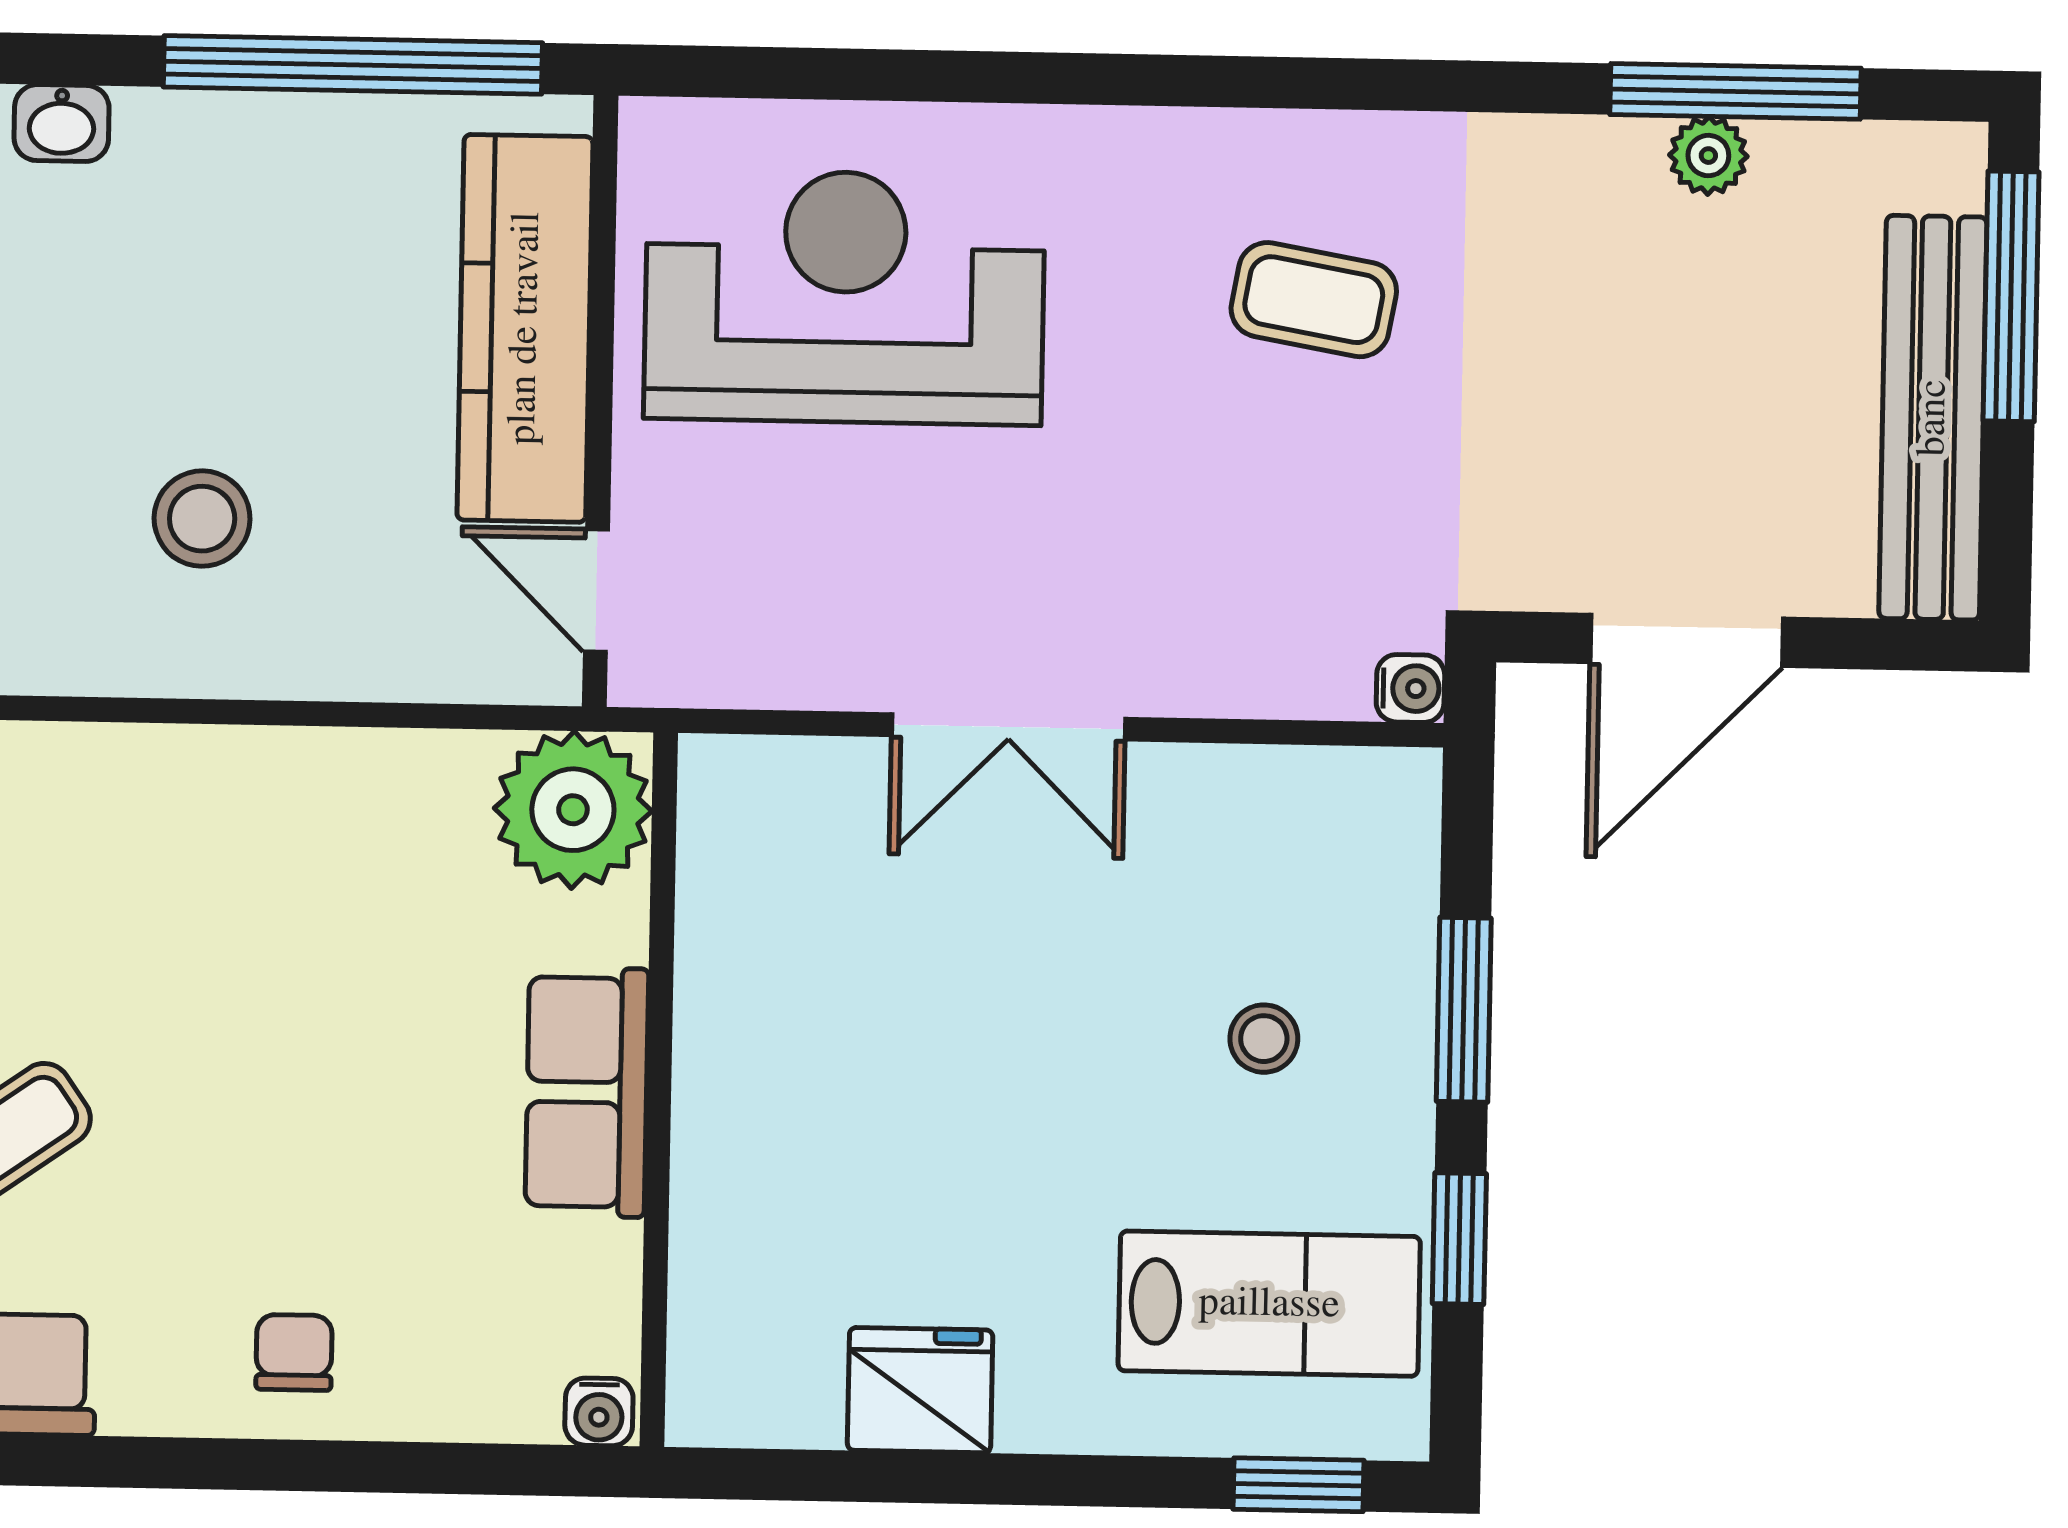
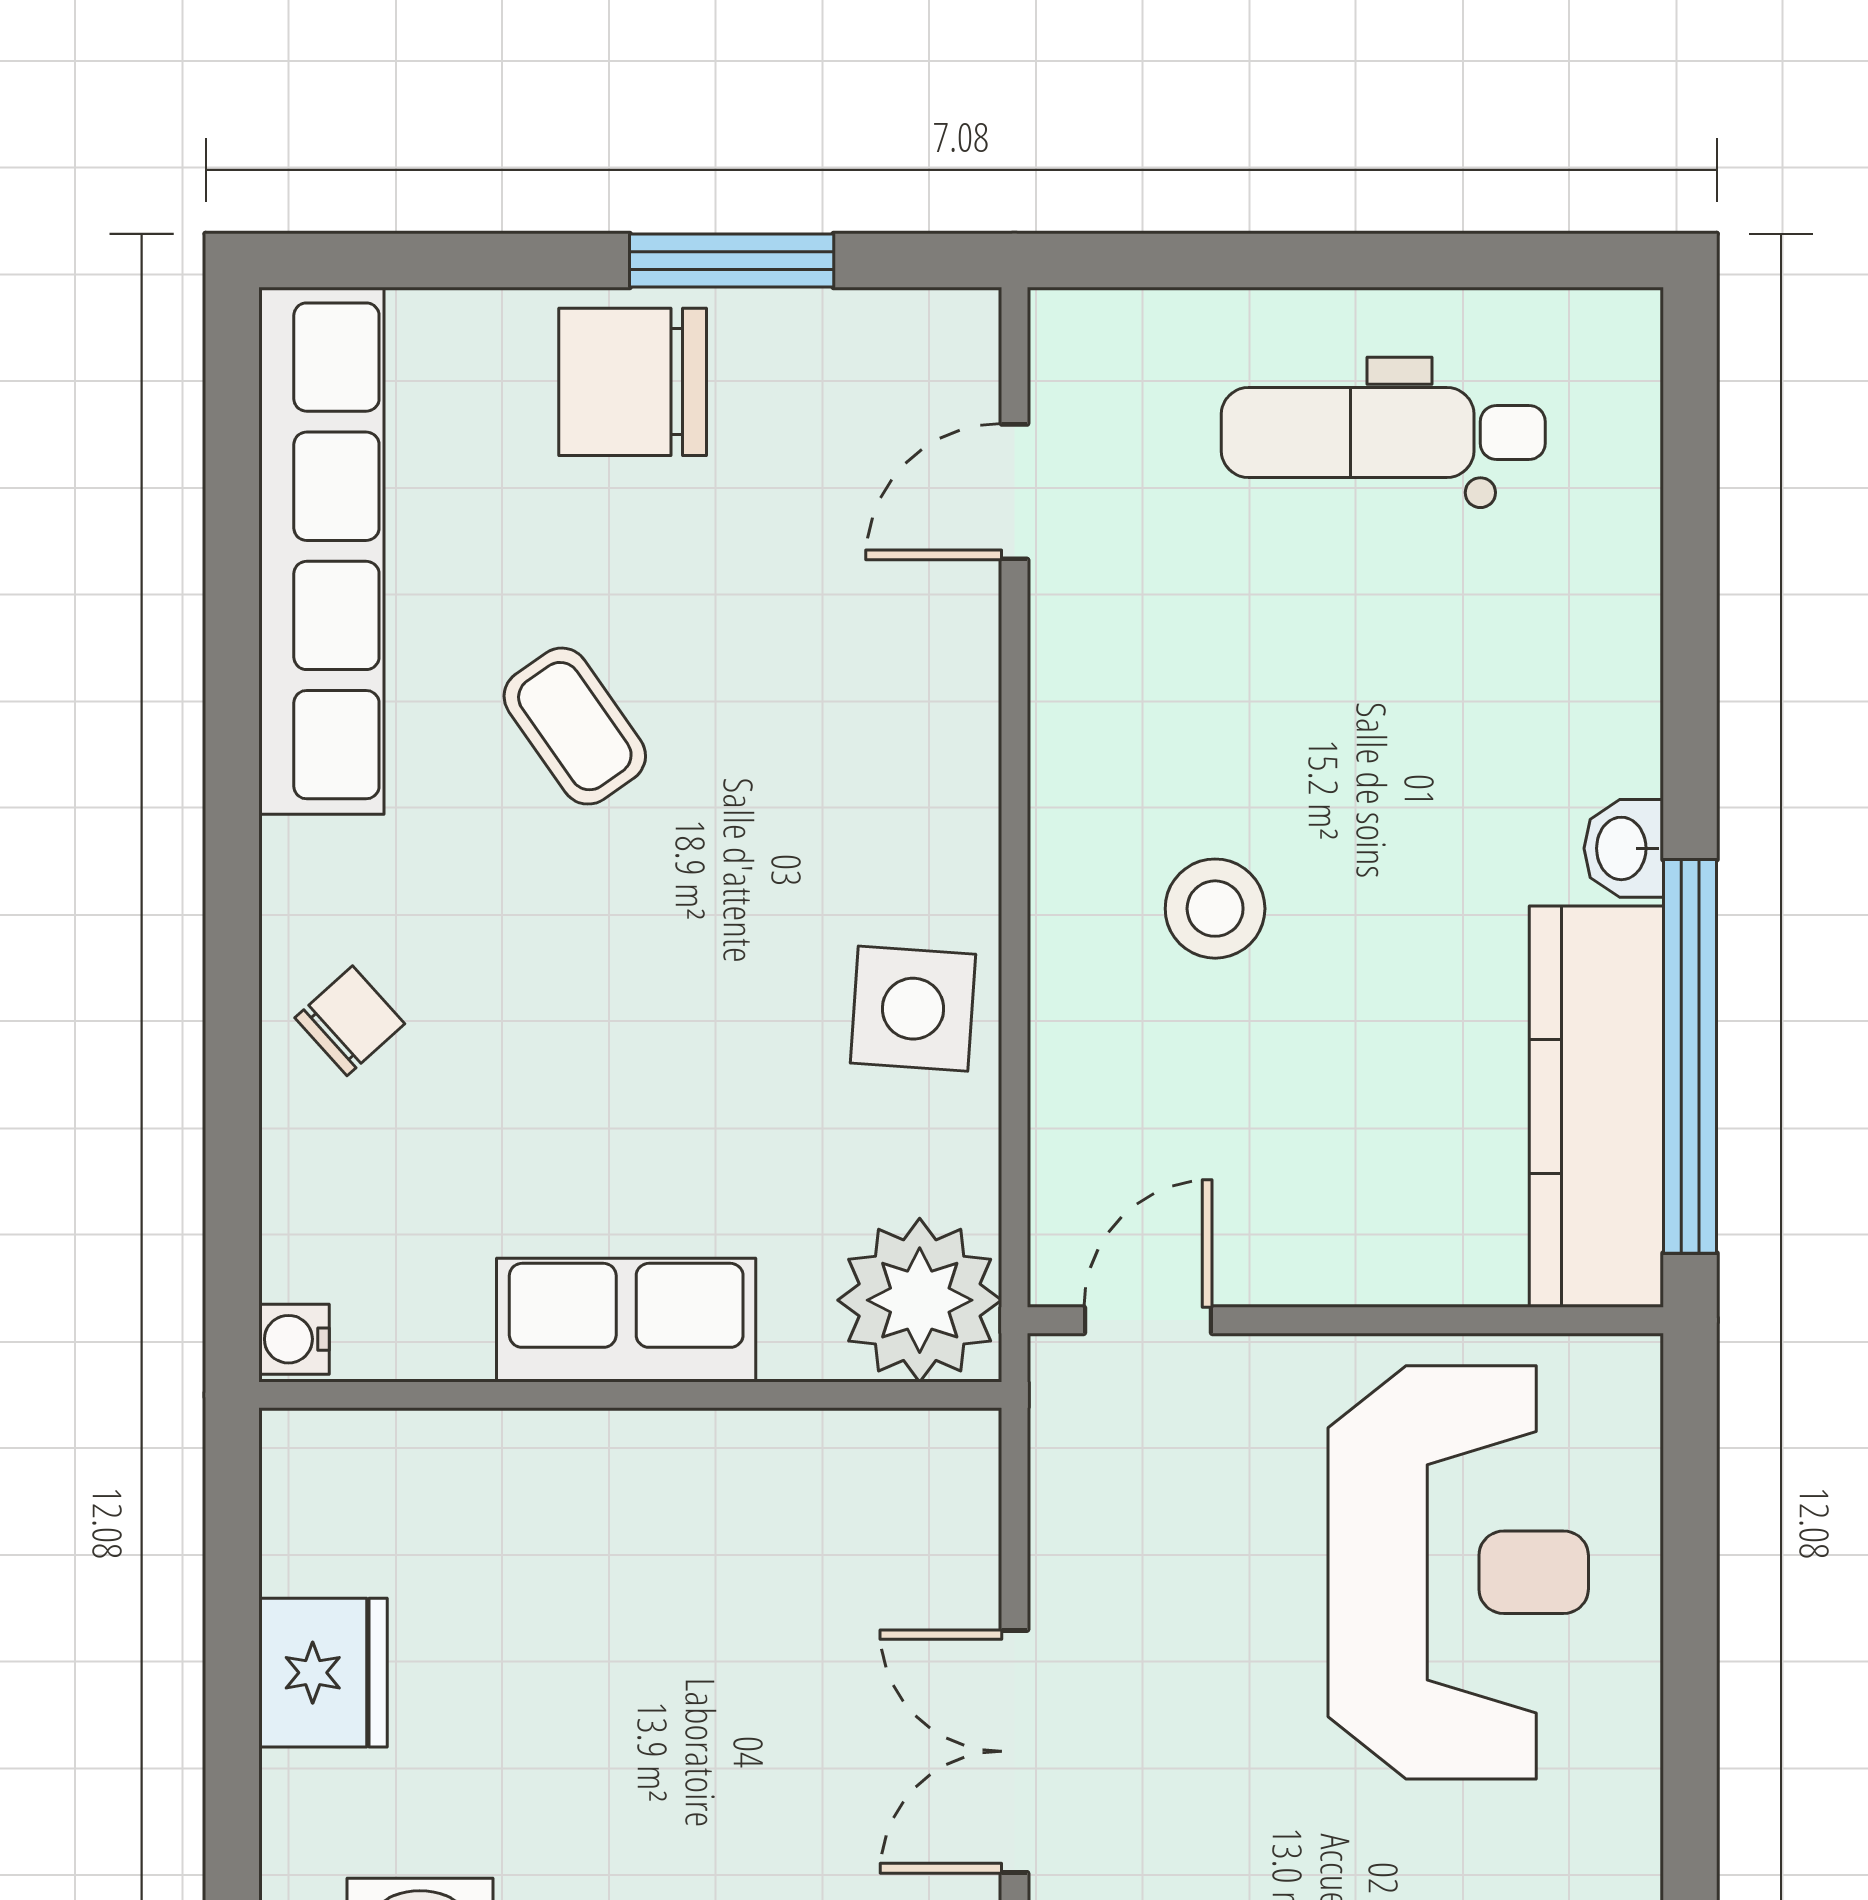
washbasin: (62, 123) -> (1624, 848), moved
kitchen counter: (525, 328) -> (1596, 1107), moved, turned -90
side table: (293, 811) -> (913, 1009), added
chair: (294, 1352) -> (350, 1021), turned -42

